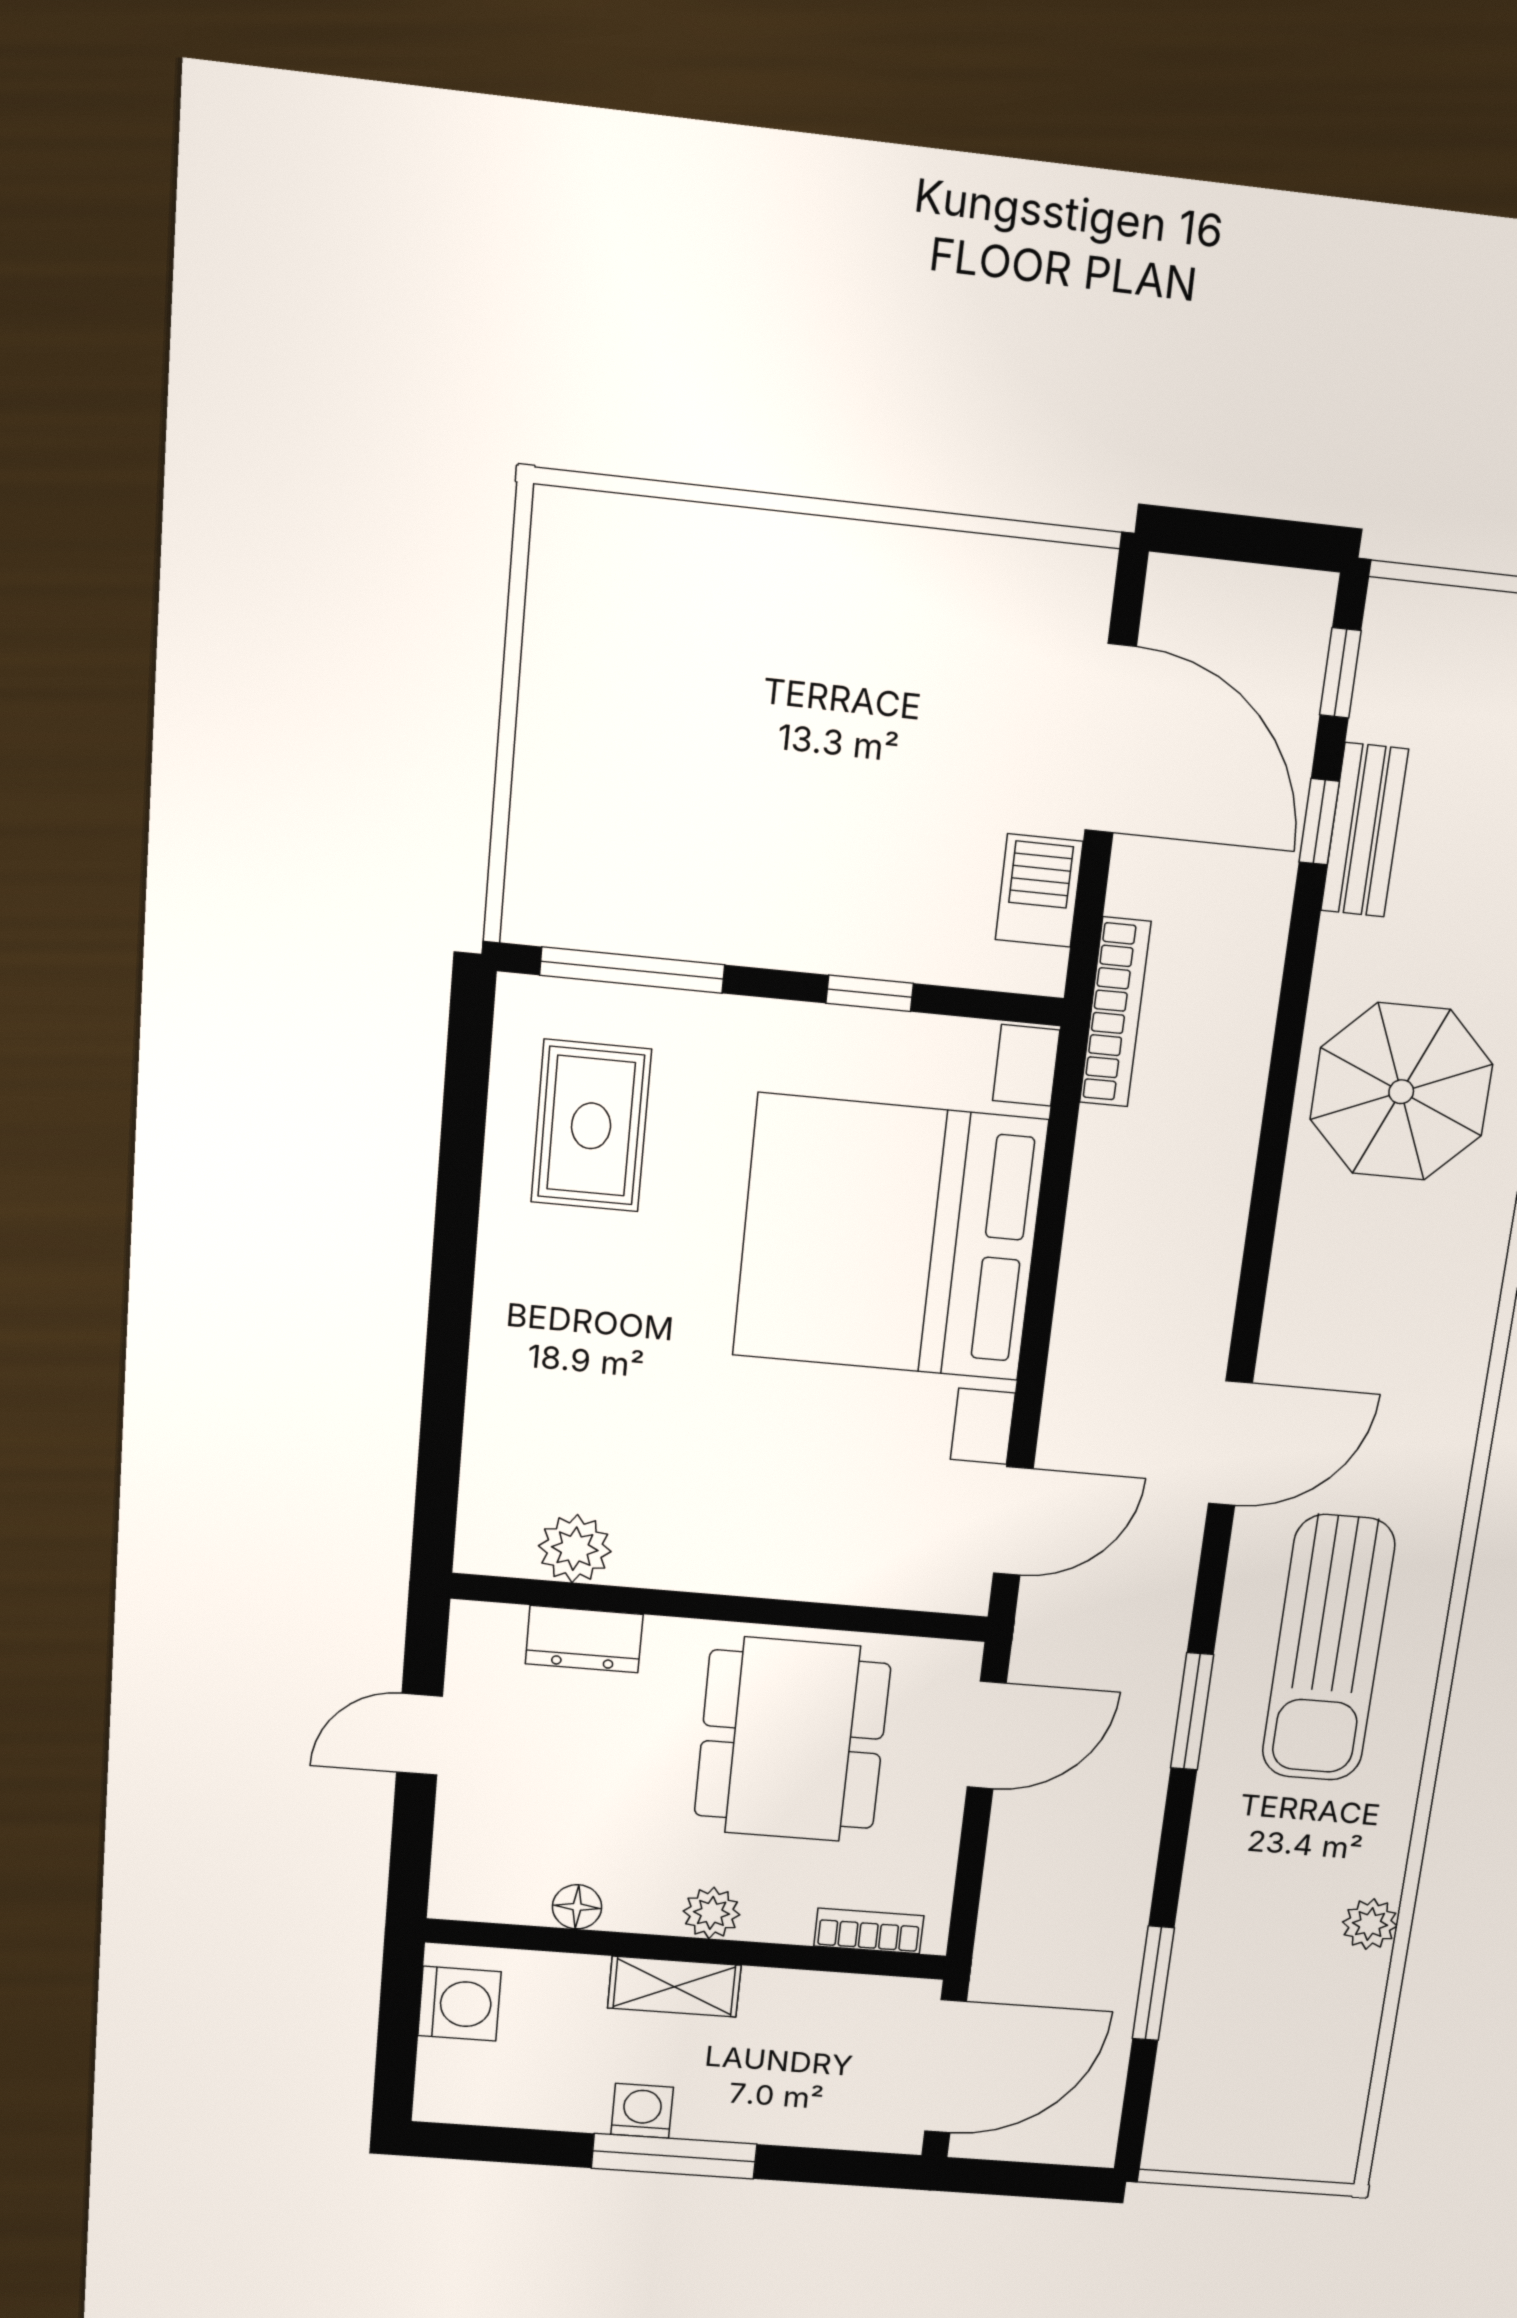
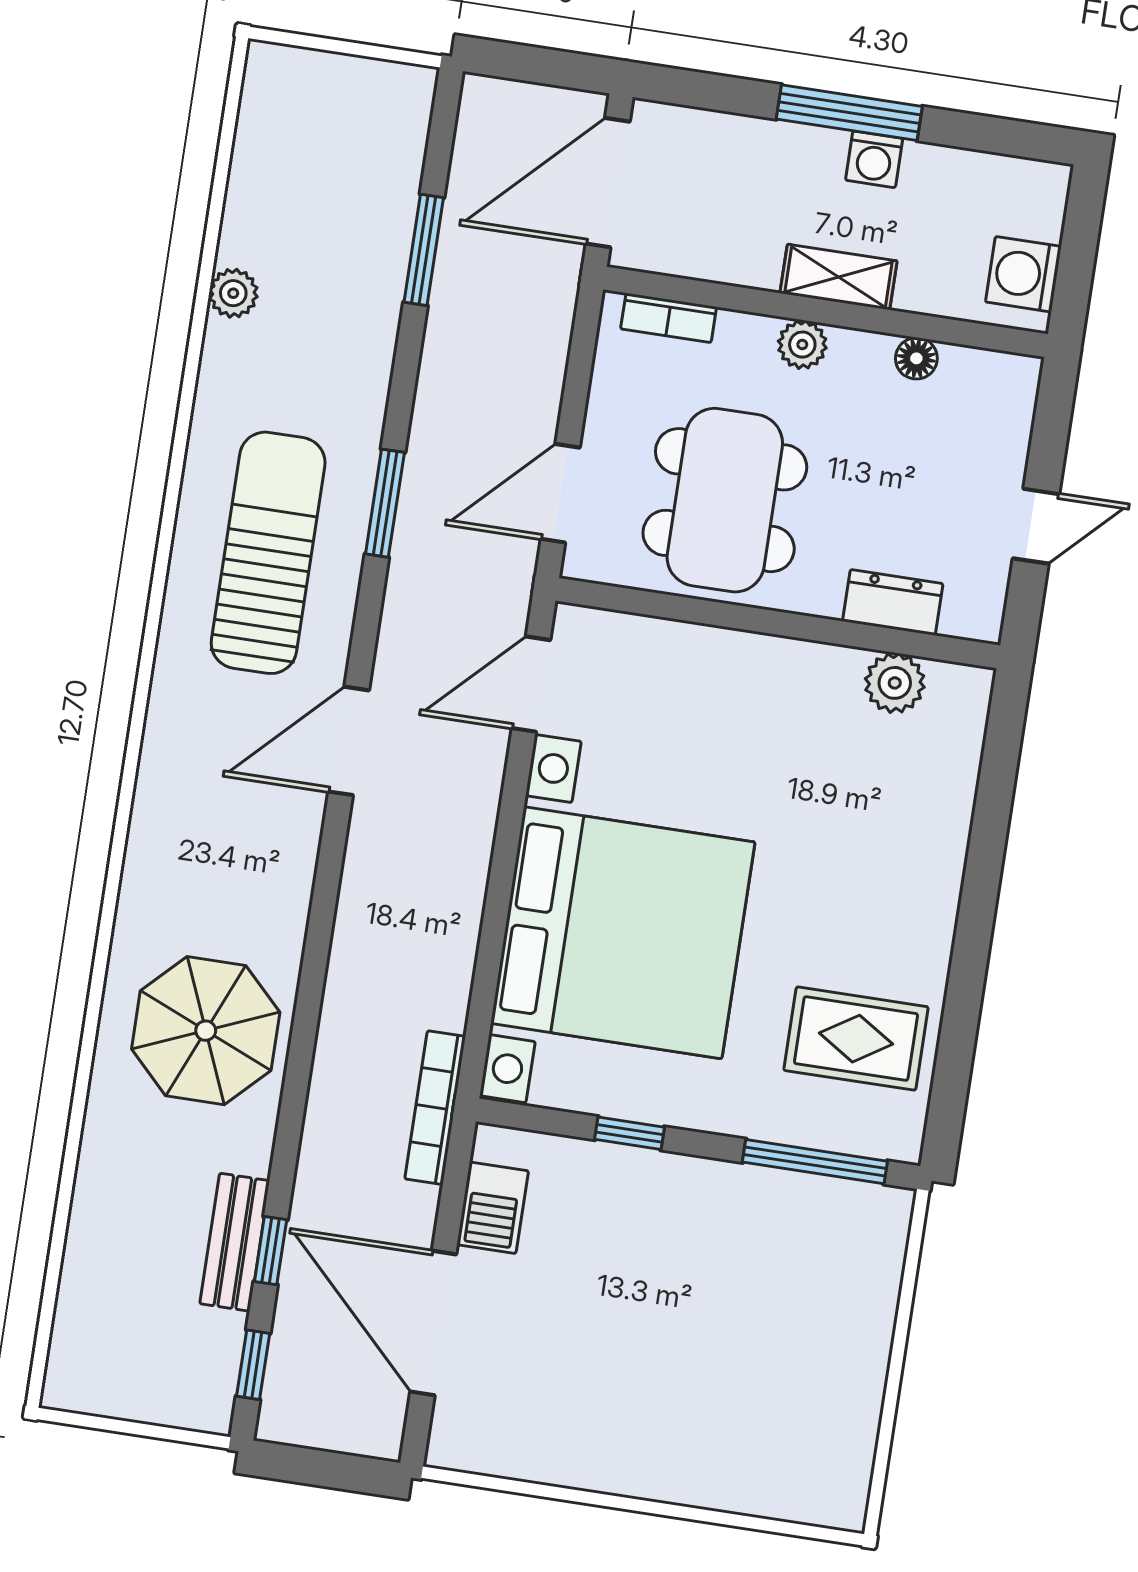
rug: (591, 1126) -> (856, 1039), turned 90

